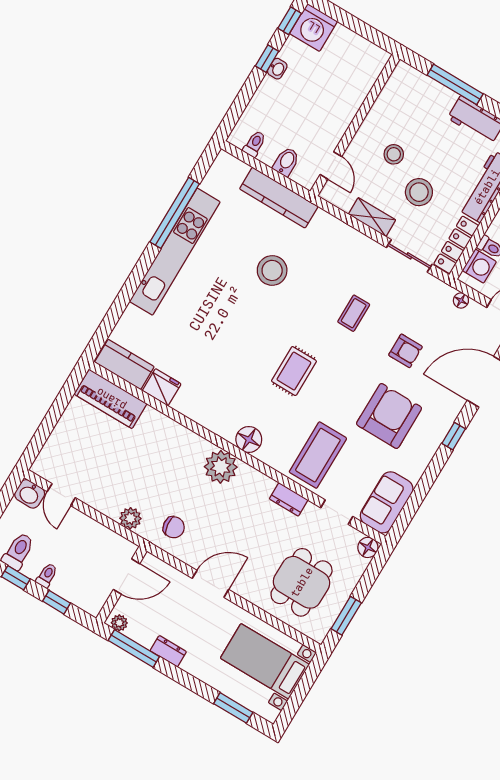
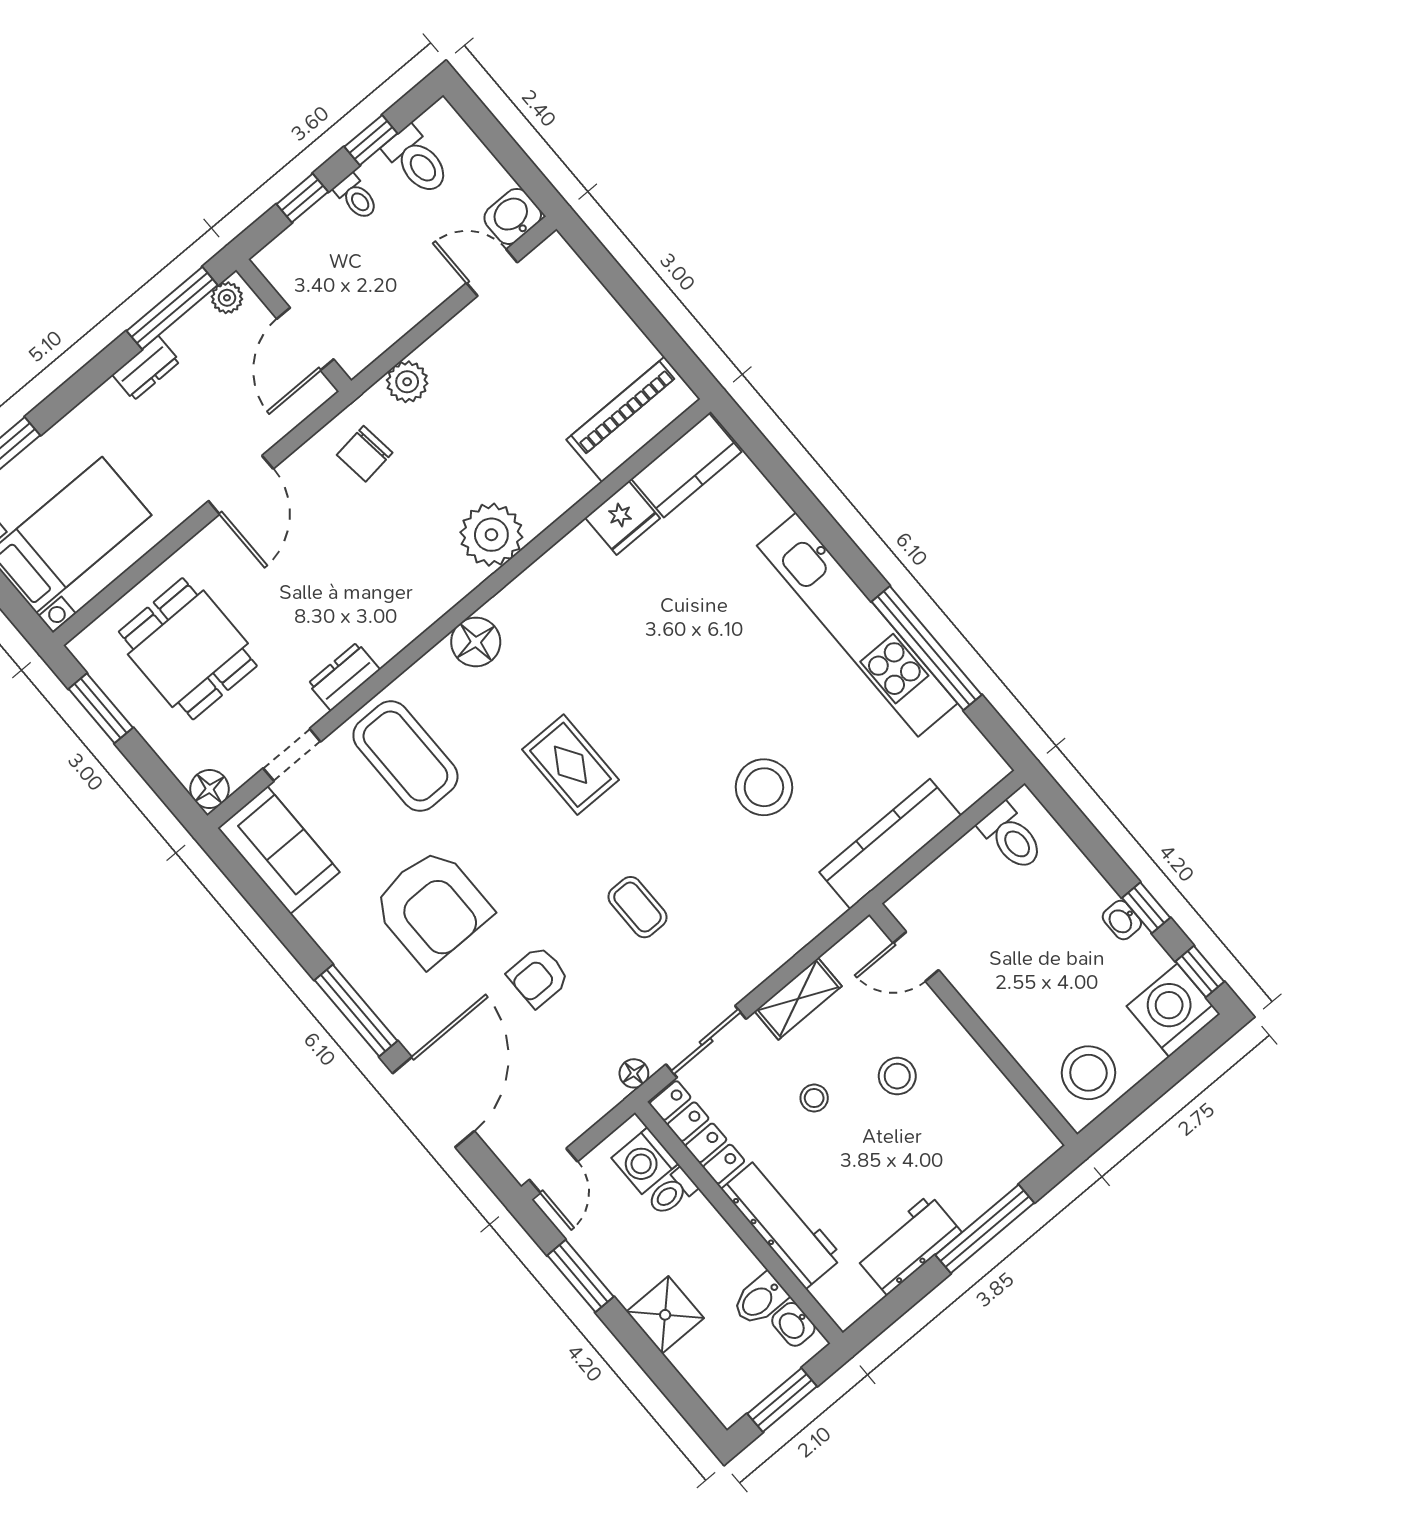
stool: (359, 59) -> (1088, 1073), added
toilet: (255, 144) -> (1011, 837), width x1.37, depth x1.39
bidet: (286, 162) -> (950, 879), removed
stool: (419, 192) -> (814, 1098), width x0.53, depth x0.53
floor lamp: (461, 301) -> (634, 1073), moved
window: (454, 436) -> (356, 1011), width x2.17
plant: (221, 467) -> (491, 535), moved

